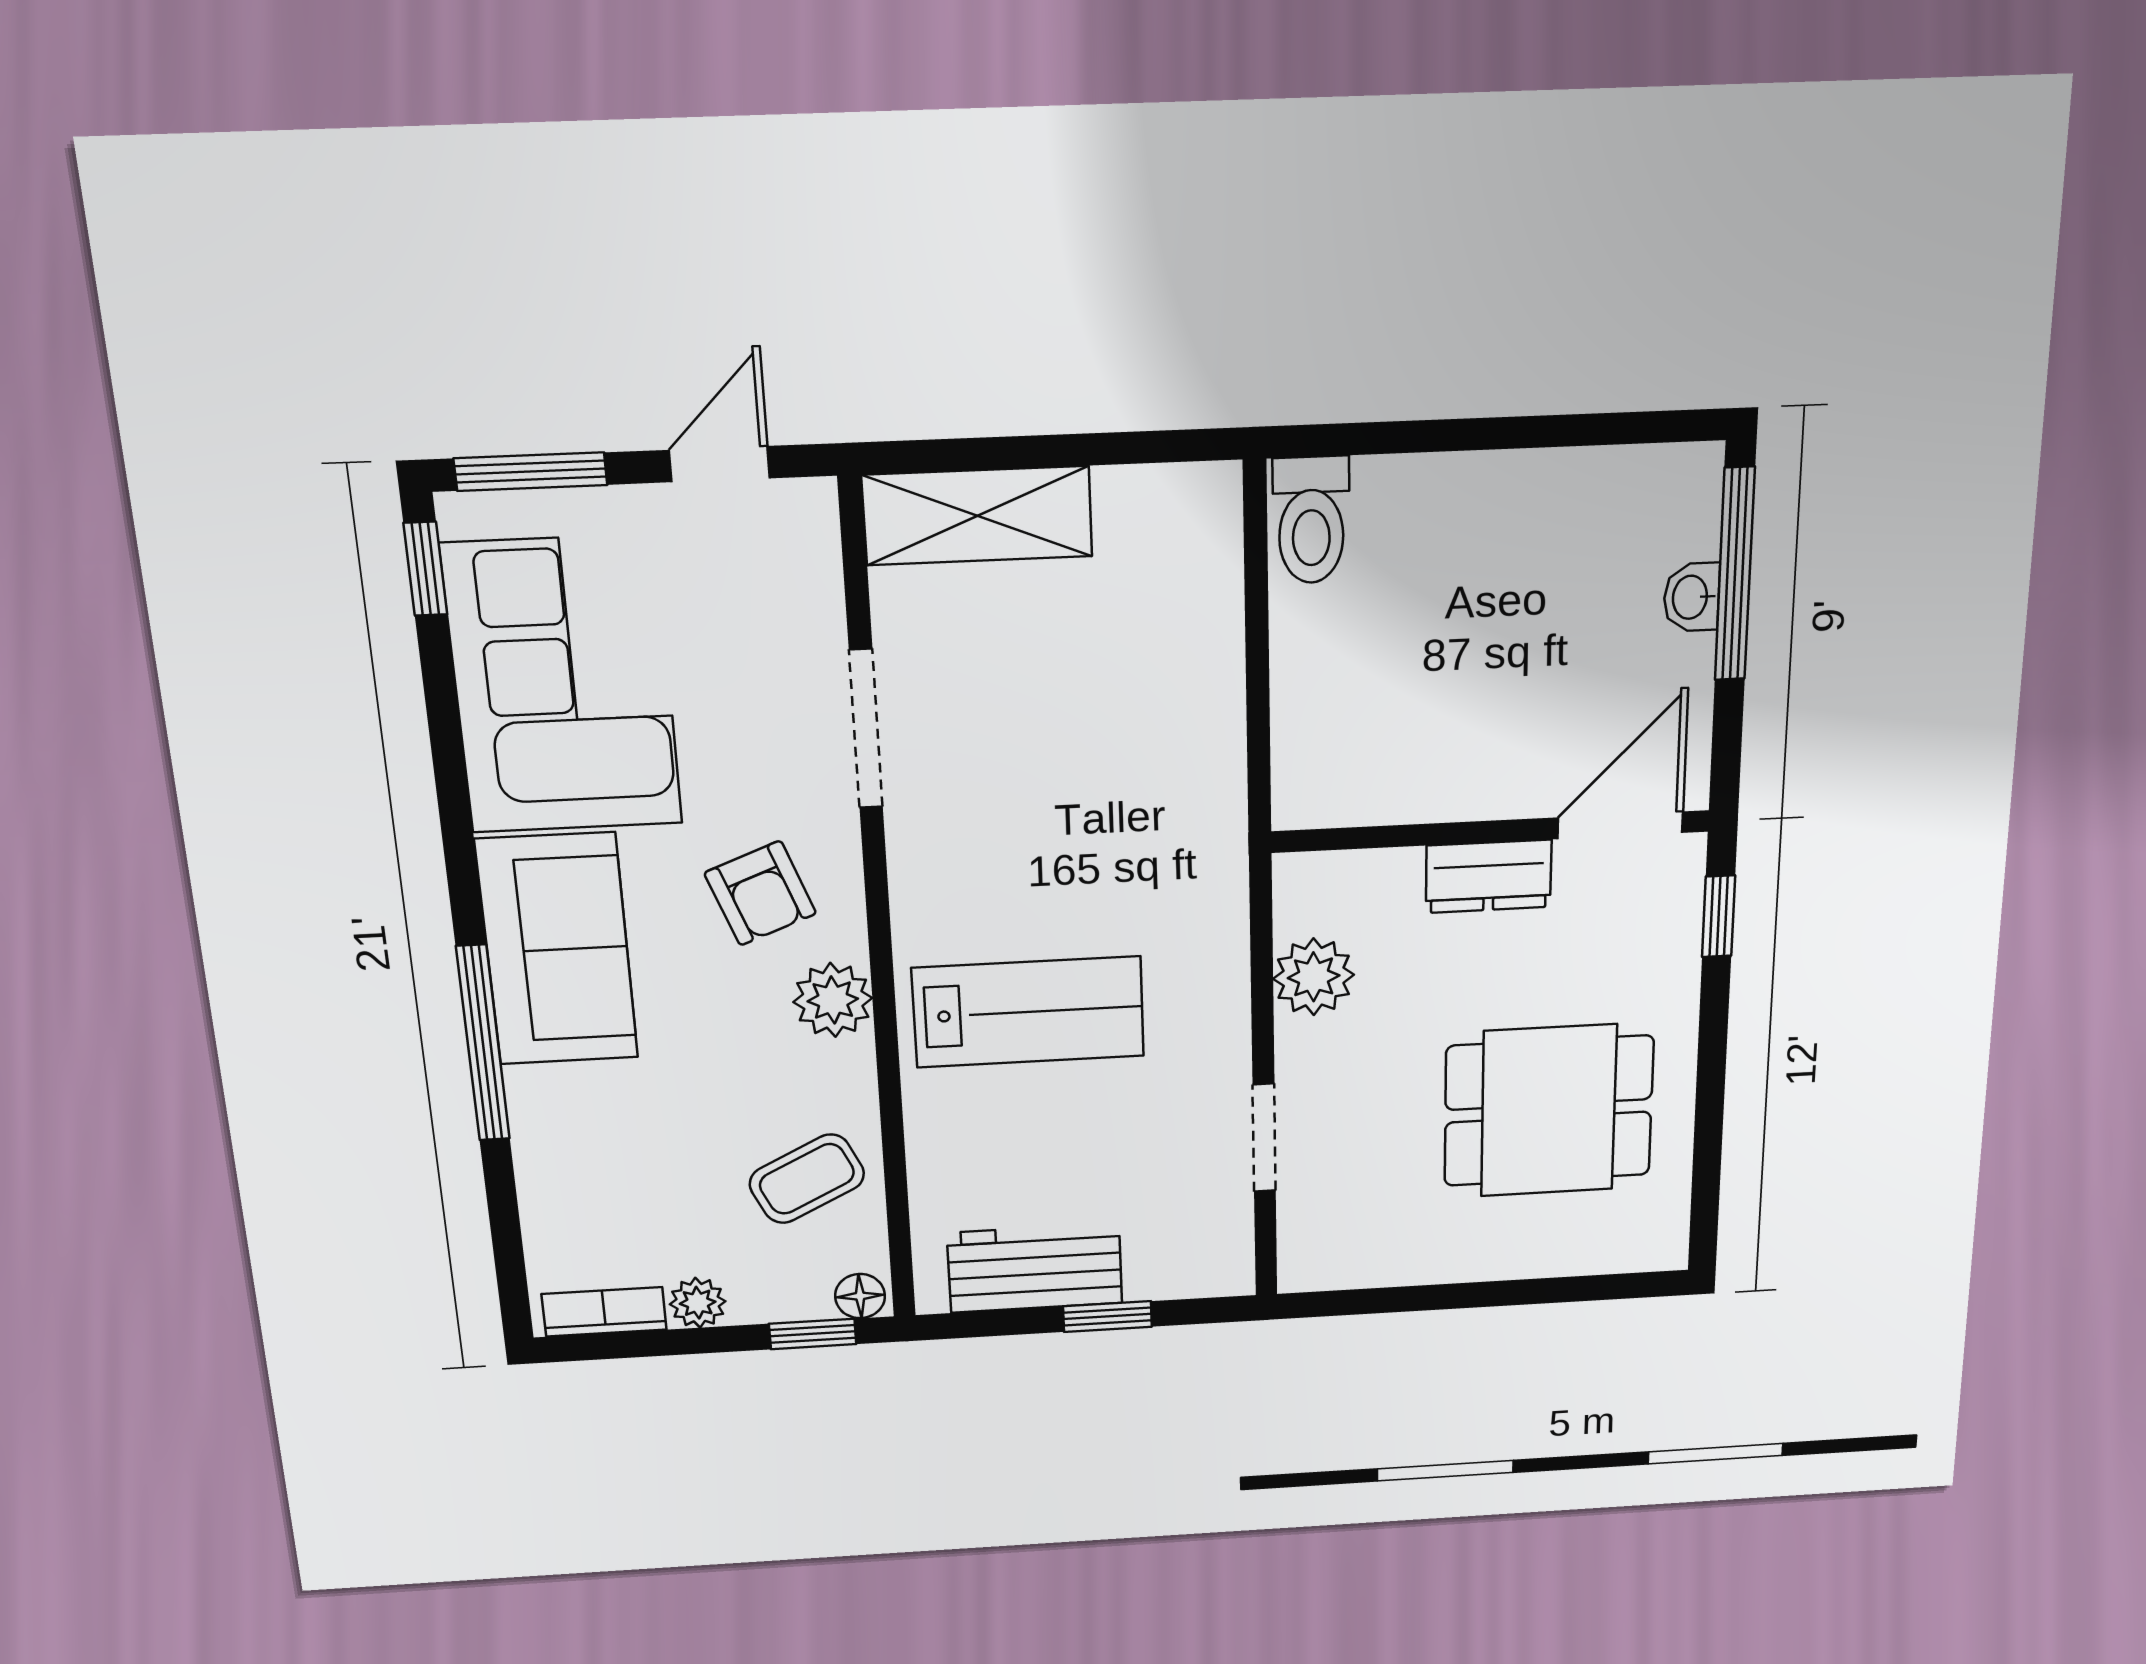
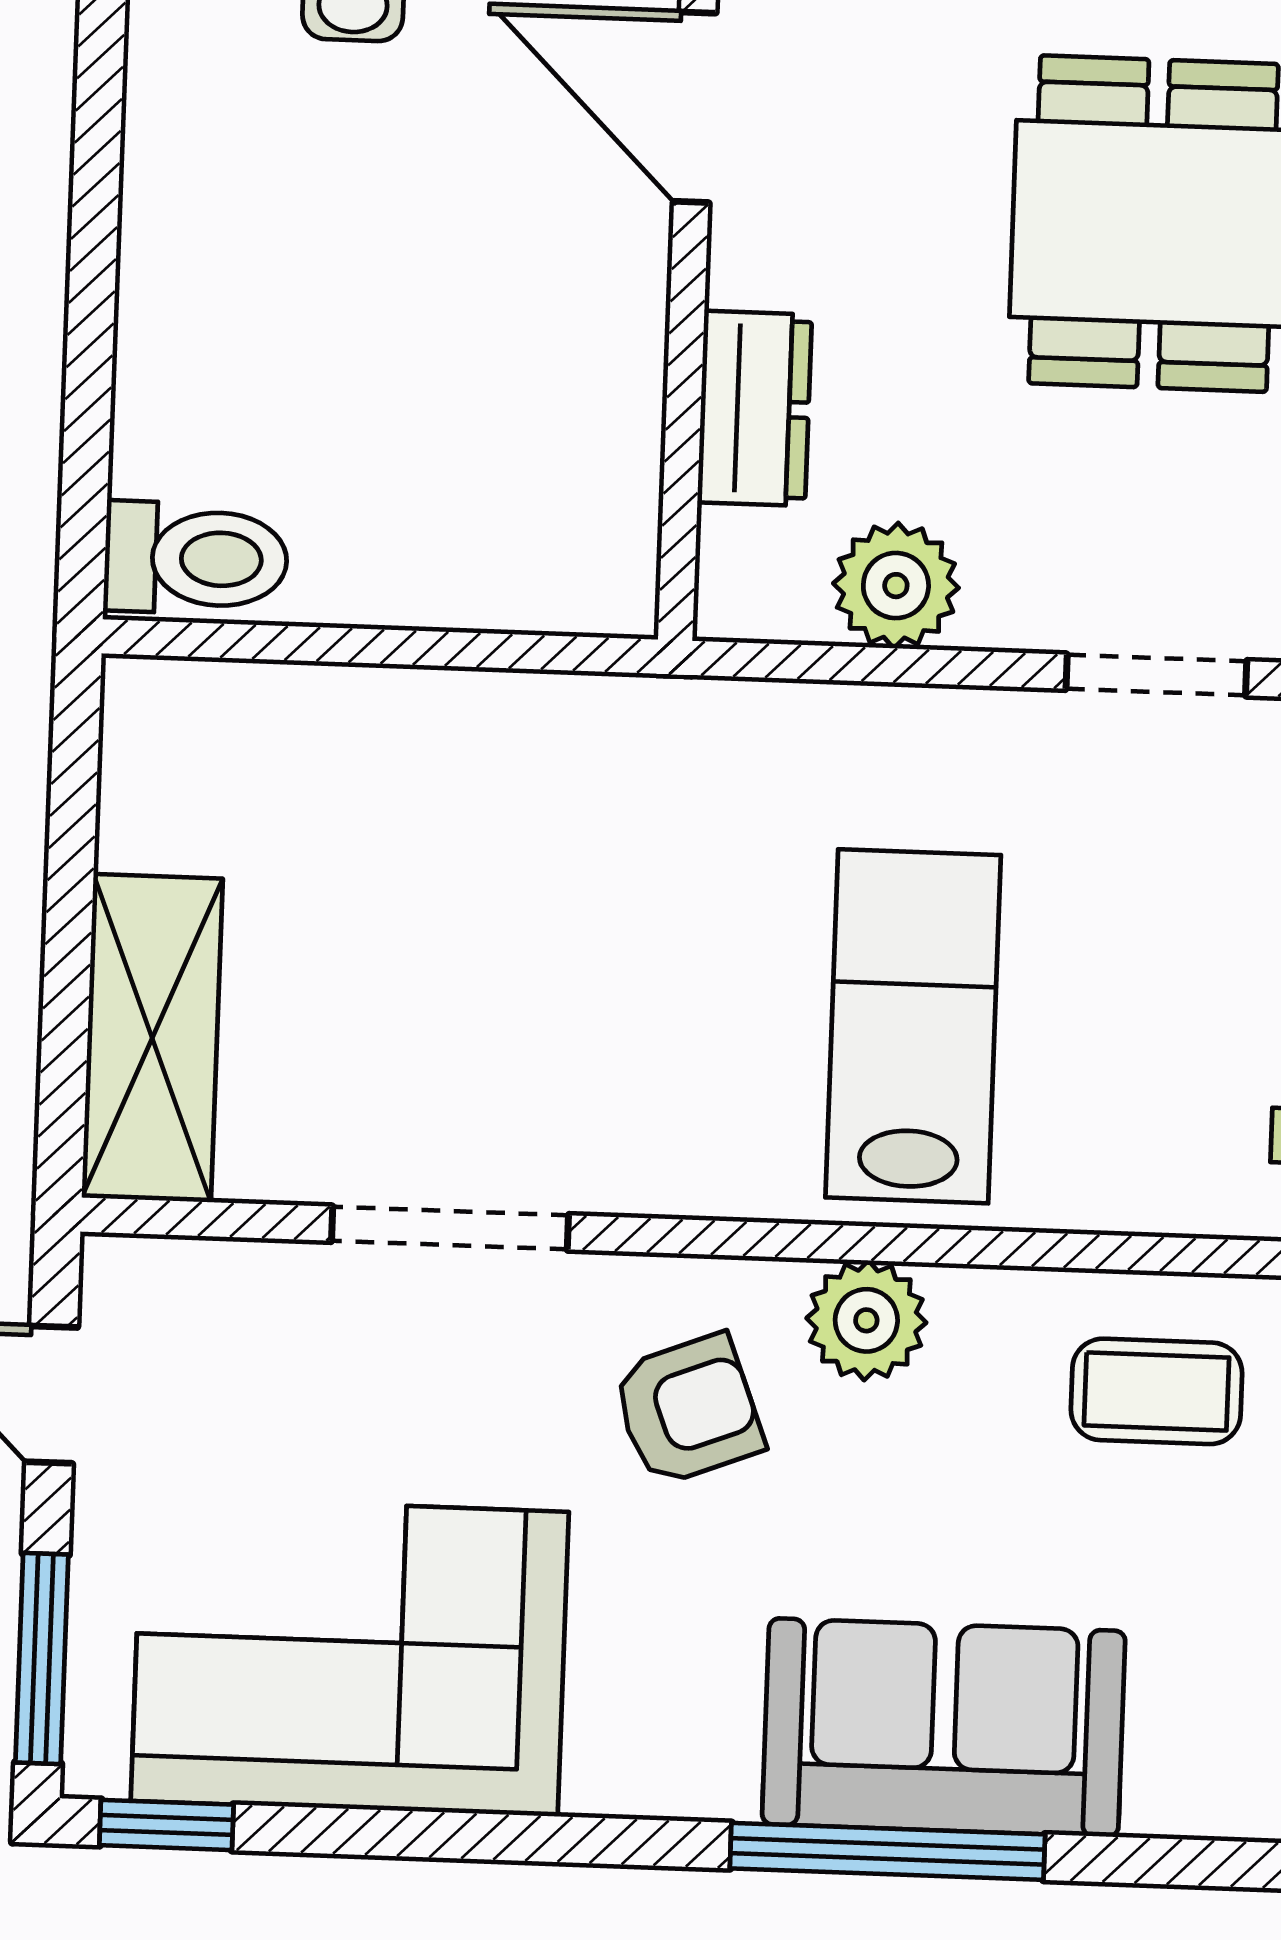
dresser: (1489, 876) -> (755, 408), moved
sofa: (557, 949) -> (944, 1728), moved
coffee table: (807, 1179) -> (1157, 1391), turned -64

